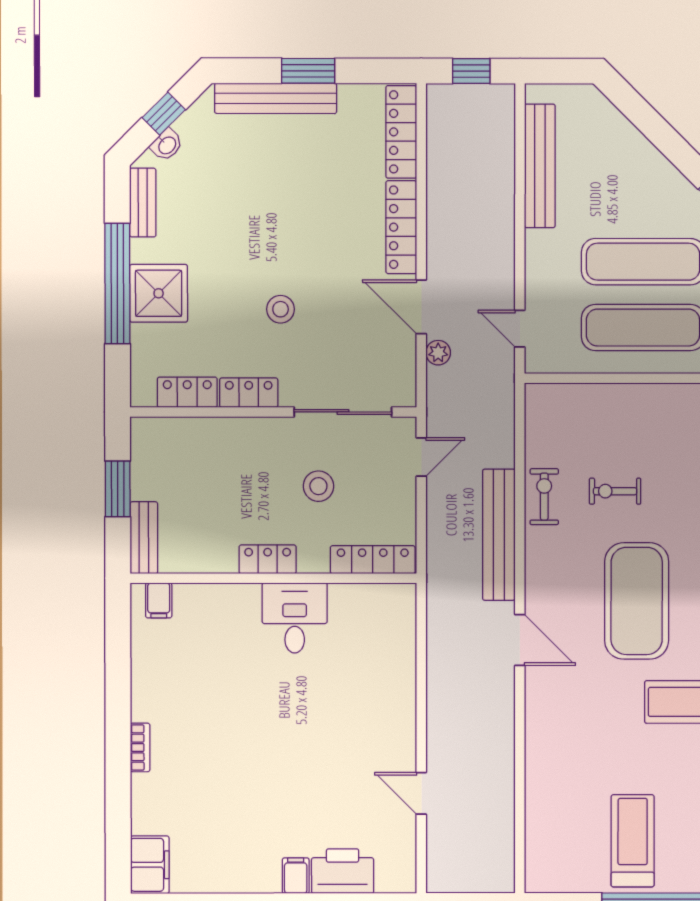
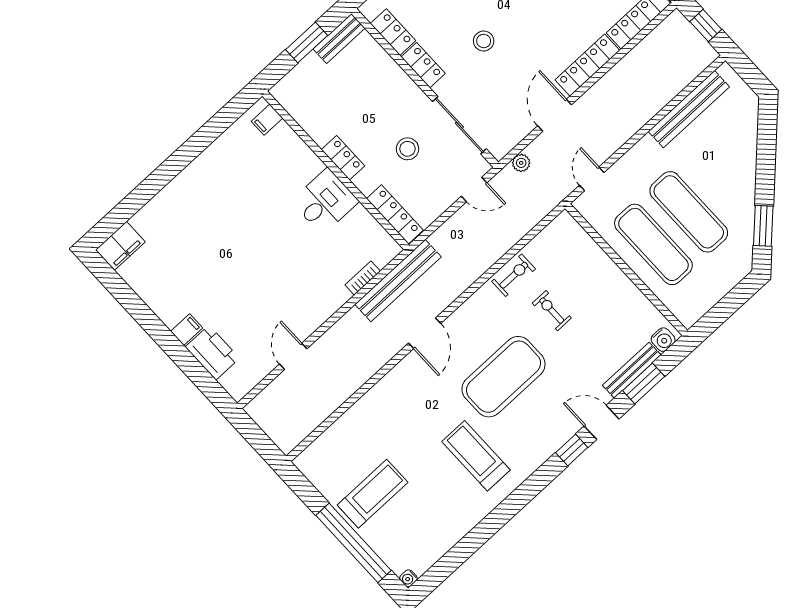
plant: (438, 353) -> (521, 163), moved
bench: (499, 535) -> (398, 281), moved
bench: (144, 538) -> (339, 39), moved
bookcase: (140, 747) -> (363, 278), moved, turned 180

